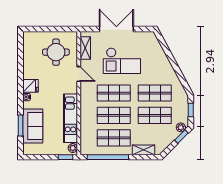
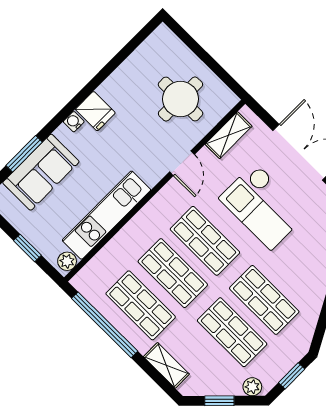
window: (181, 137) -> (219, 401), moved
window: (65, 157) -> (27, 248), moved

